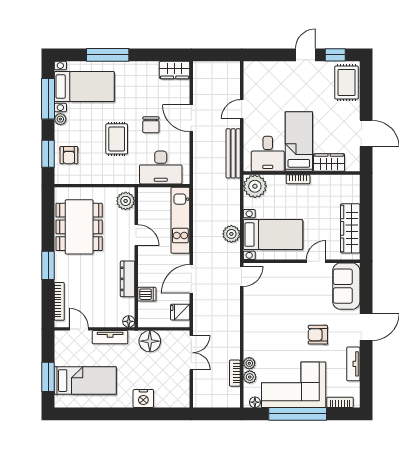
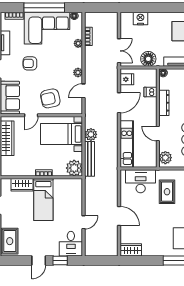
window: (335, 55) -> (60, 261), moved
chair: (151, 125) -> (148, 211), removed
rug: (117, 139) -> (167, 192), moved
bench: (233, 153) -> (90, 159), moved
desk: (268, 154) -> (71, 244), moved, turned 180
door: (242, 276) -> (84, 91), moved
armchair: (289, 285) -> (50, 98), added
armchair: (318, 335) -> (30, 63), turned 180
double door: (191, 353) -> (119, 51), swing flipped
plant: (250, 377) -> (78, 72), moved
nightstand: (143, 399) -> (140, 18), moved

